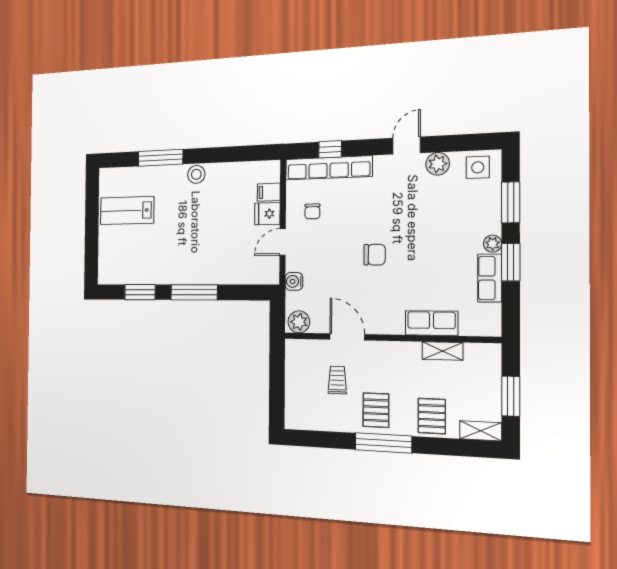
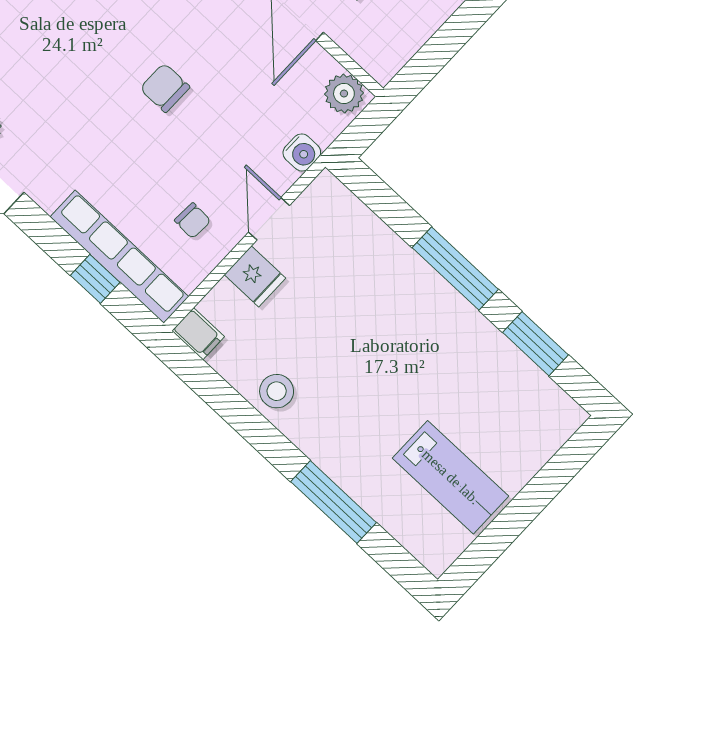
stool: (196, 174) -> (277, 391), moved
filing cabinet: (269, 192) -> (198, 334), moved
chair: (312, 211) -> (193, 221), turned 93
door: (283, 242) -> (269, 219), swing flipped

